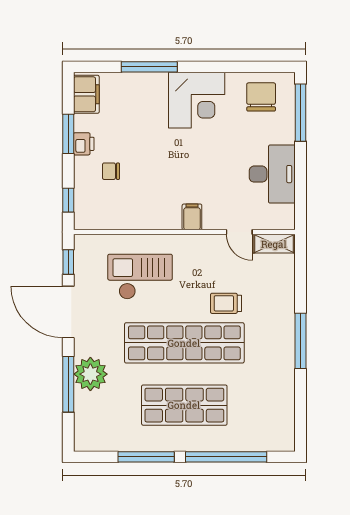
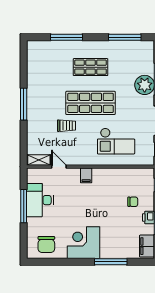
window: (301, 113) -> (24, 206), moved
shop shelf: (184, 343) -> (91, 103), width x0.71
shop shelf: (184, 405) -> (91, 67), width x0.70, depth x0.74
window: (146, 457) -> (125, 37), moved
window: (226, 457) -> (67, 37), width x0.68

